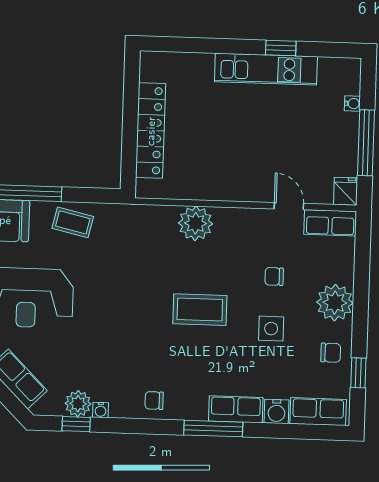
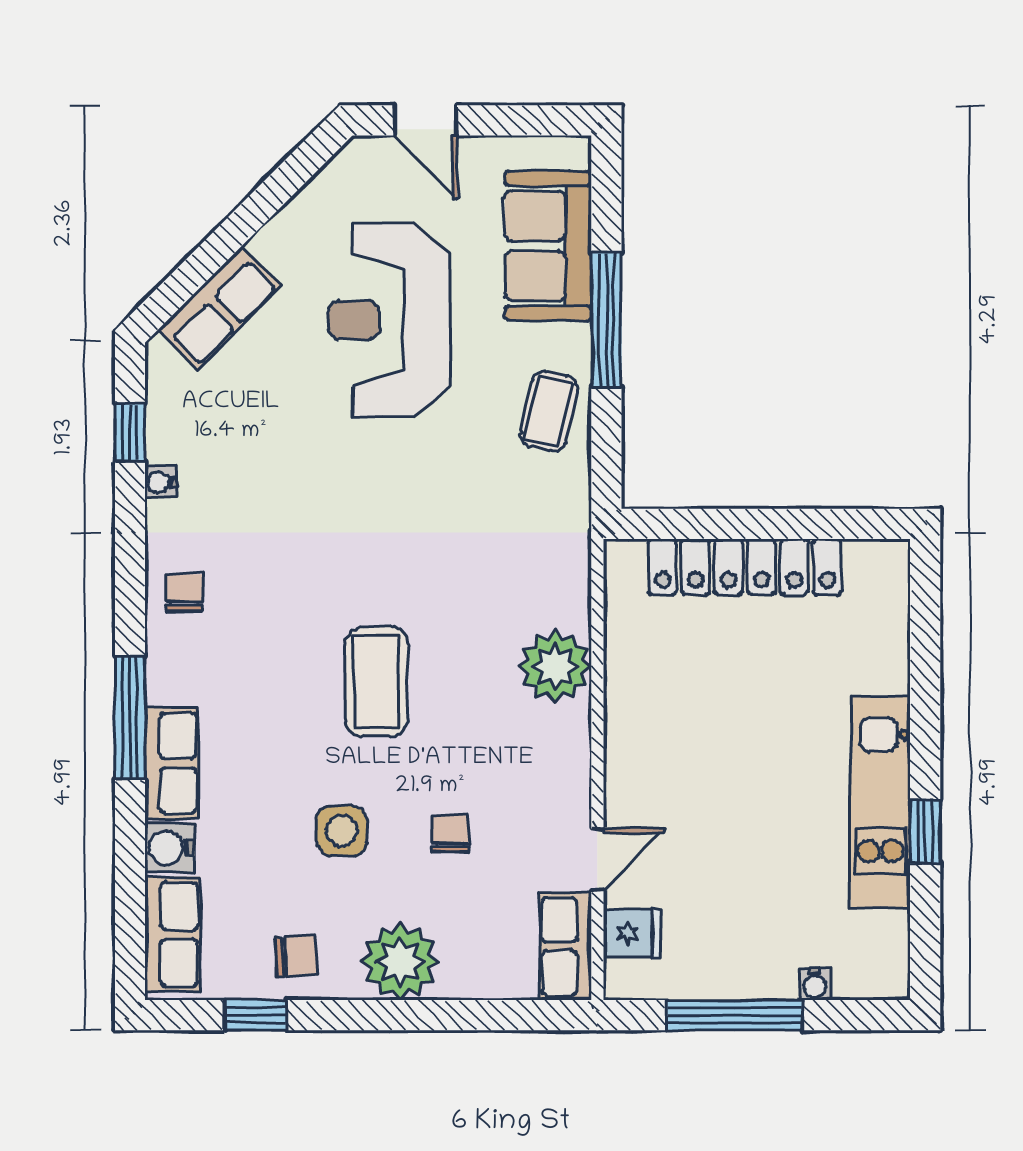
fridge: (346, 191) -> (632, 933), moved
chair: (331, 353) -> (296, 956), turned -94
plant: (78, 404) -> (172, 435), removed

